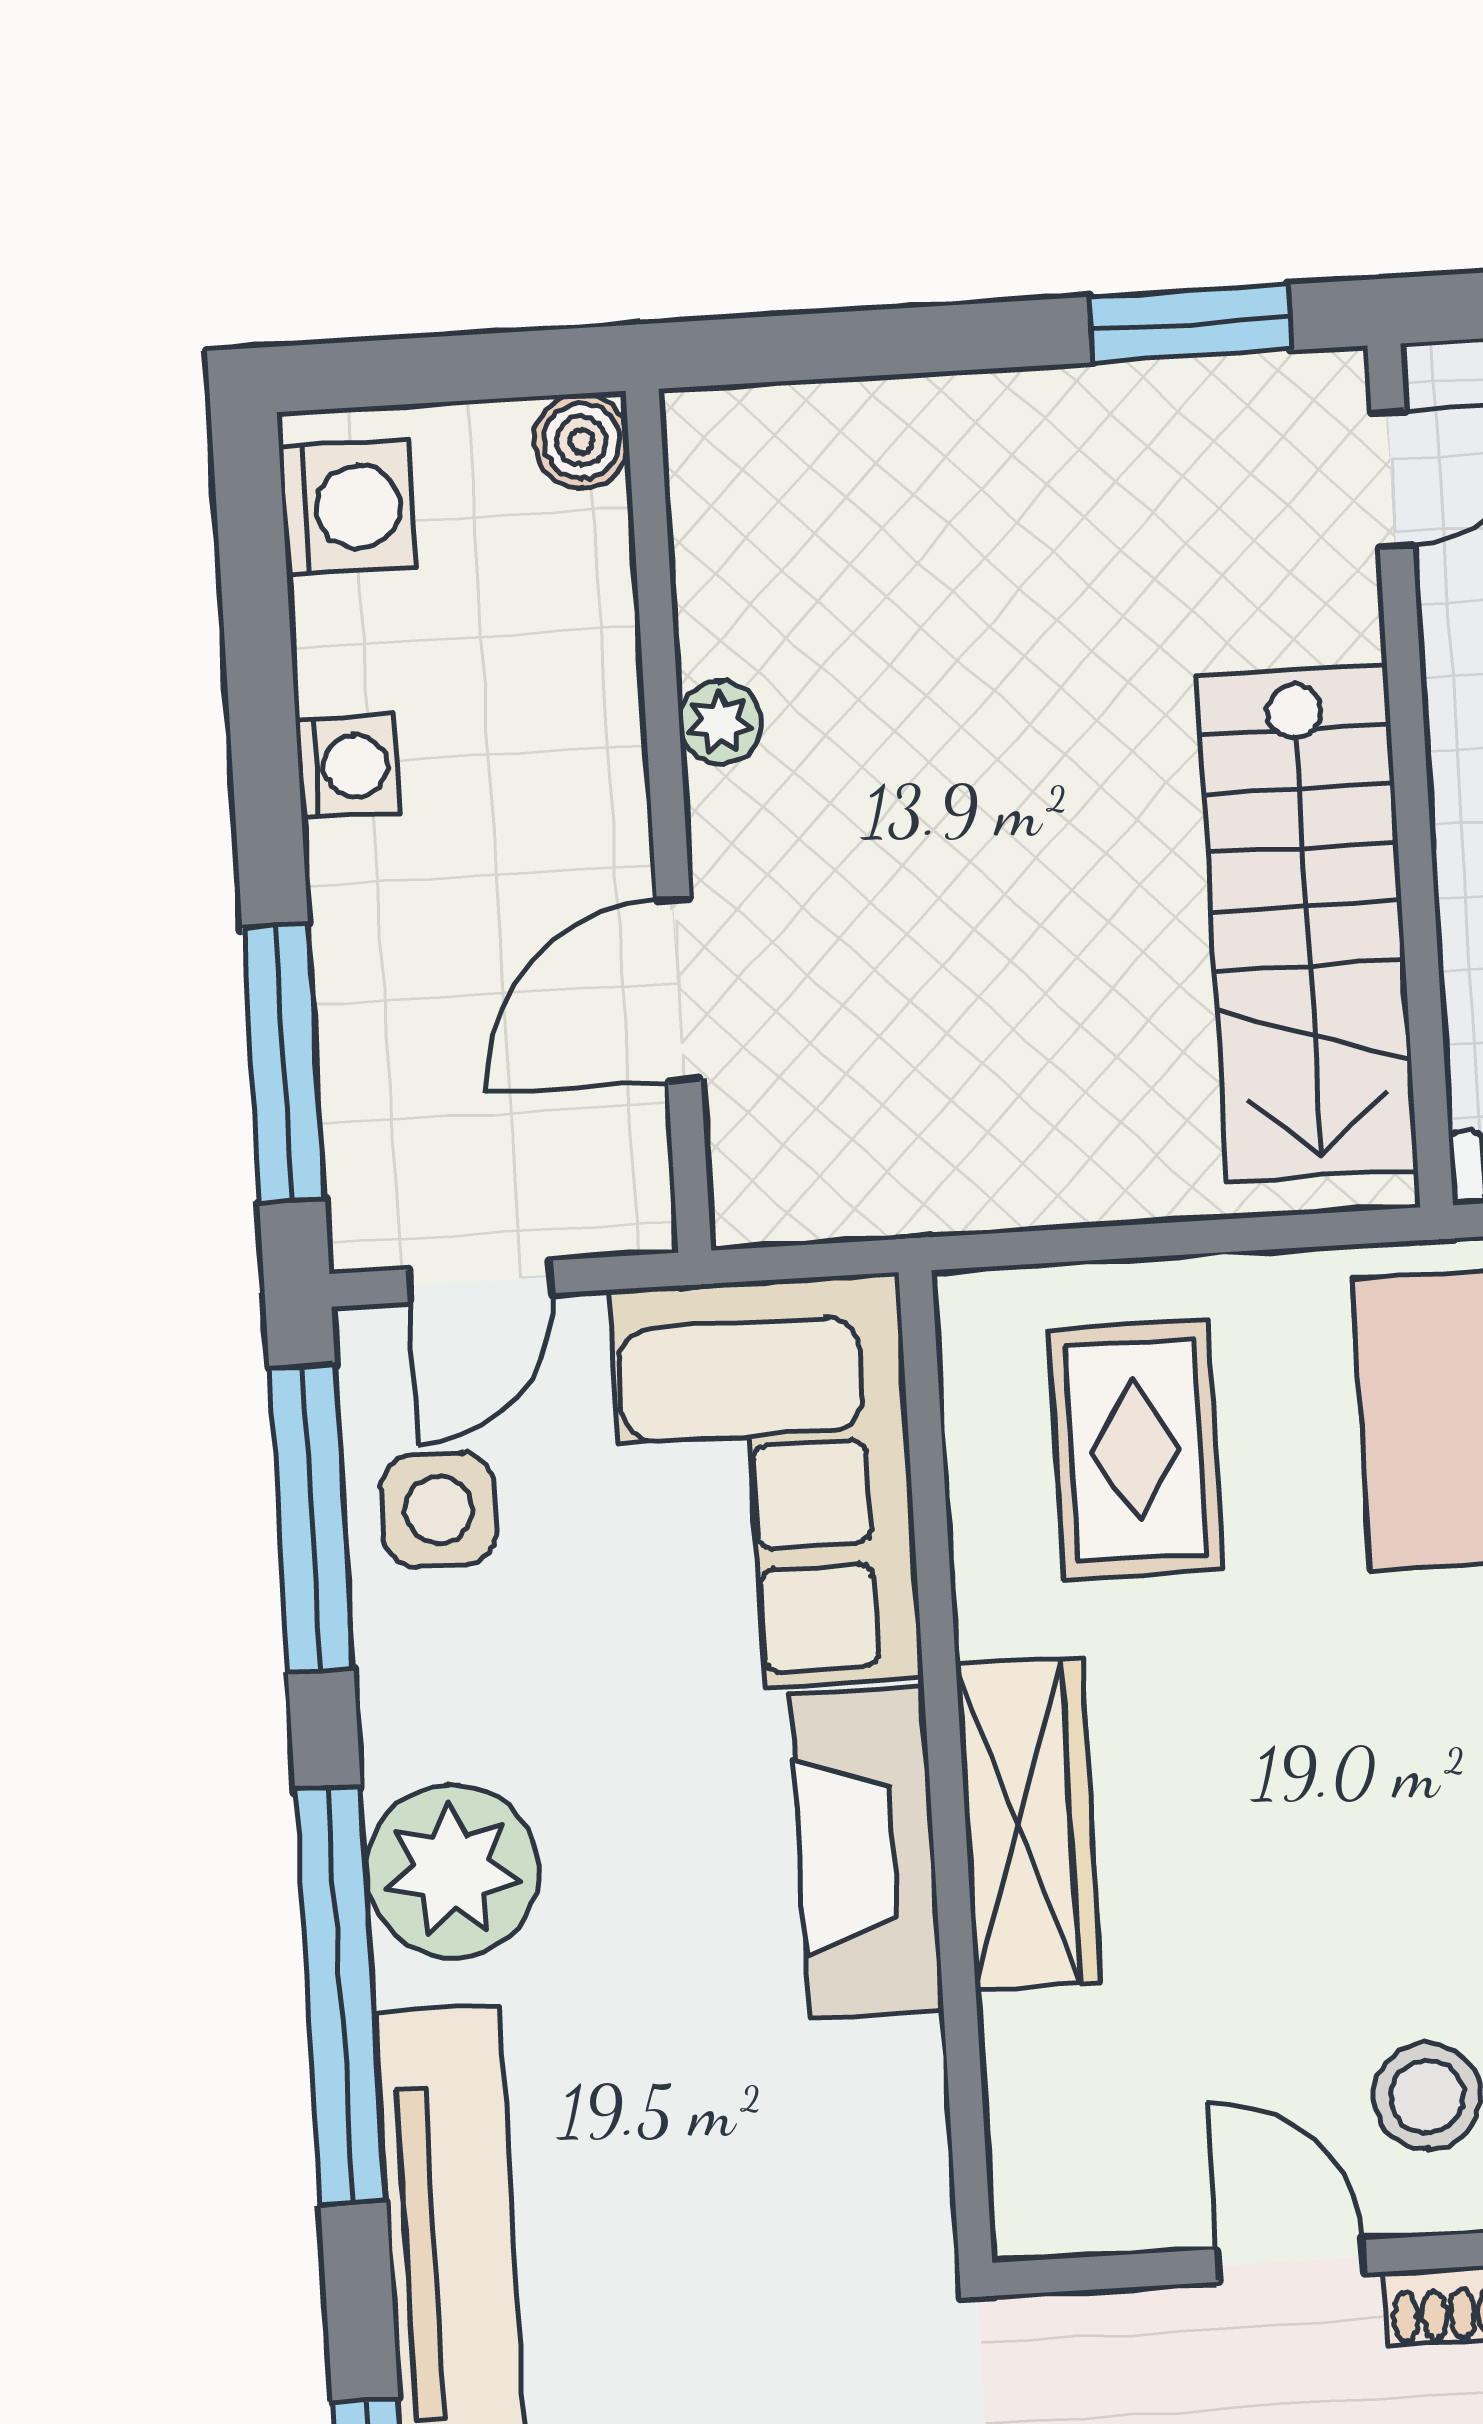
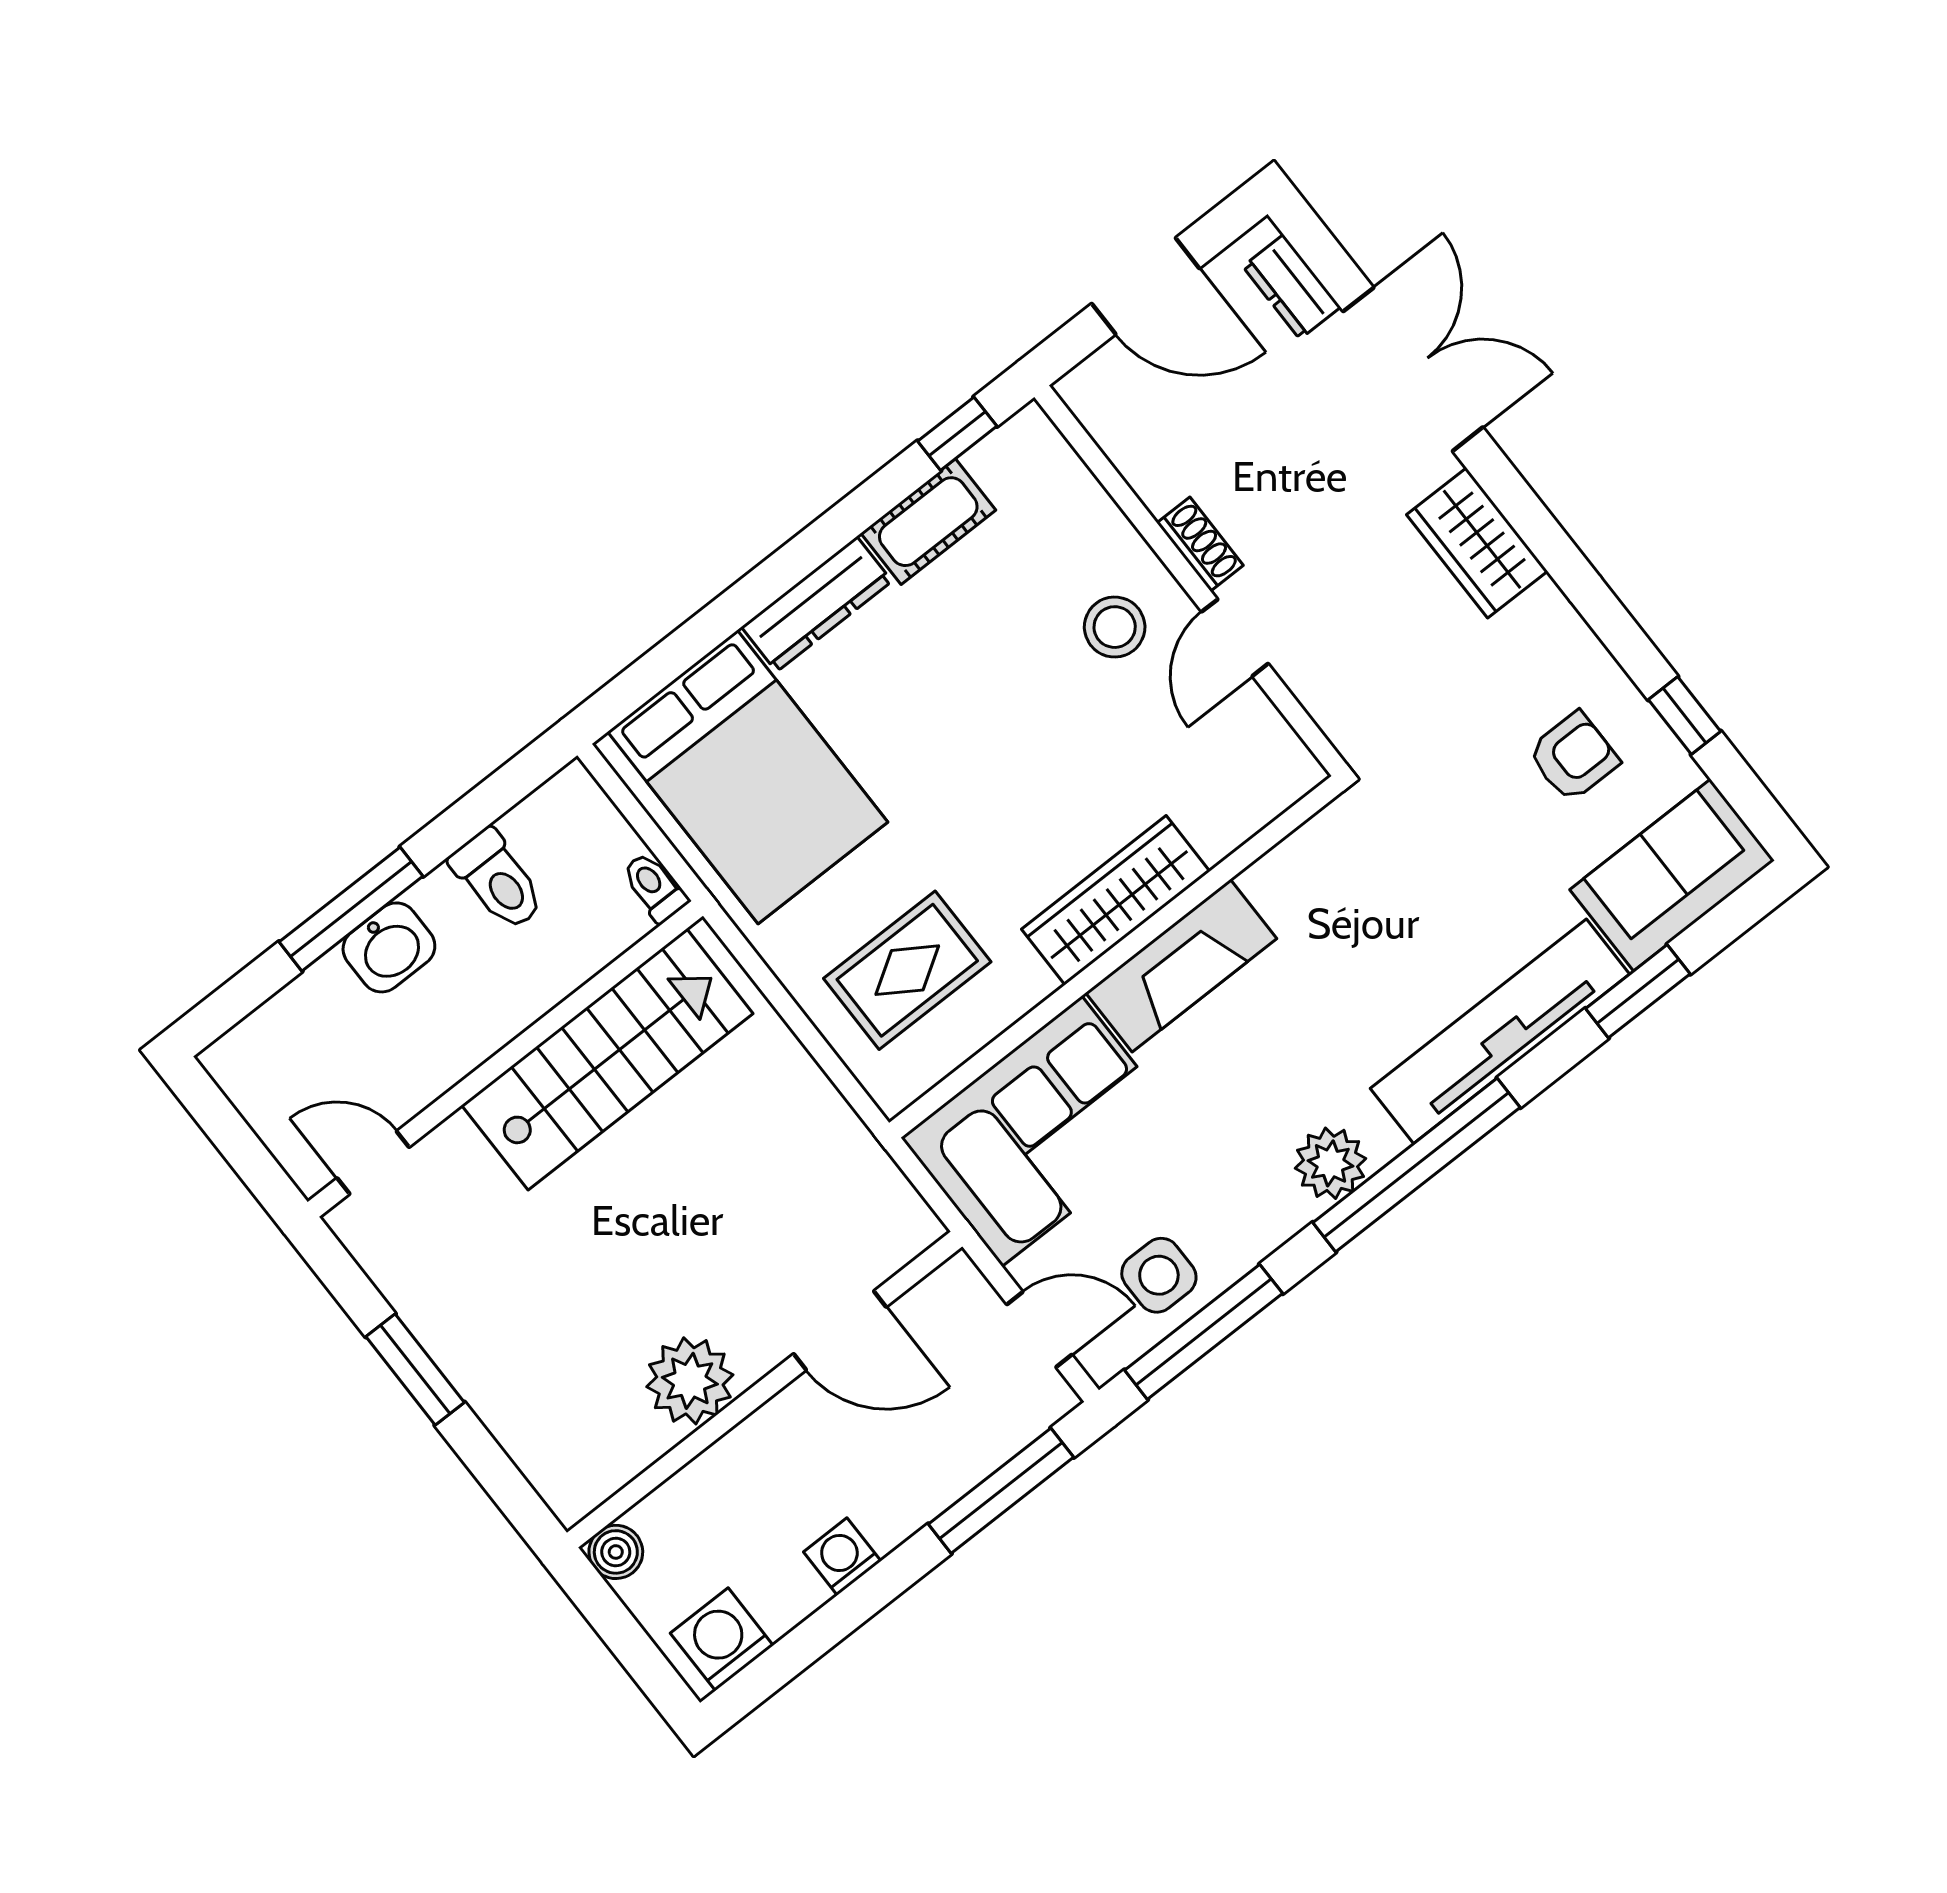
window: (1190, 324) -> (415, 1370), moved
plant: (720, 723) -> (690, 1381), width x1.88, depth x1.88
plant: (452, 1871) -> (1330, 1163), width x0.73, depth x0.73

